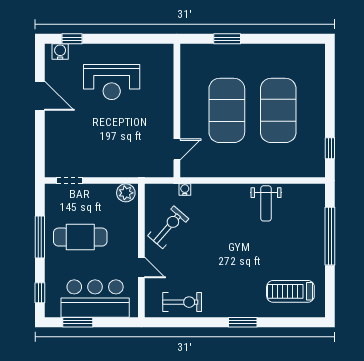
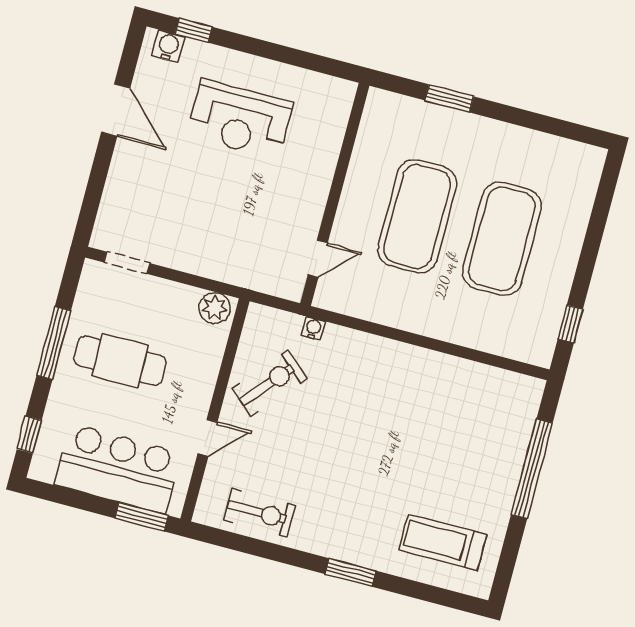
weight bench: (266, 203) -> (441, 387), removed
door: (141, 268) -> (208, 438), hinge flipped
window: (78, 322) -> (142, 517), moved

